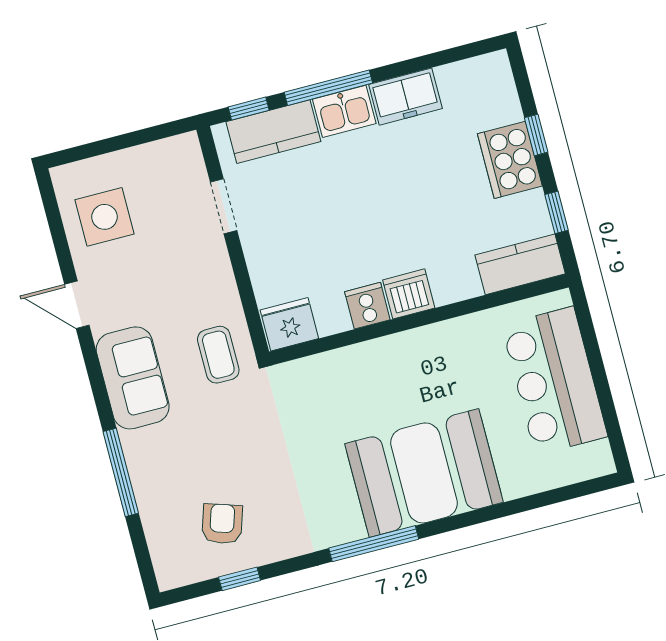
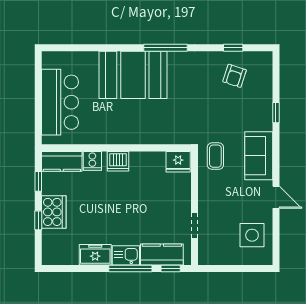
cooker: (367, 306) -> (92, 161), moved
window: (121, 472) -> (276, 113), width x0.46

